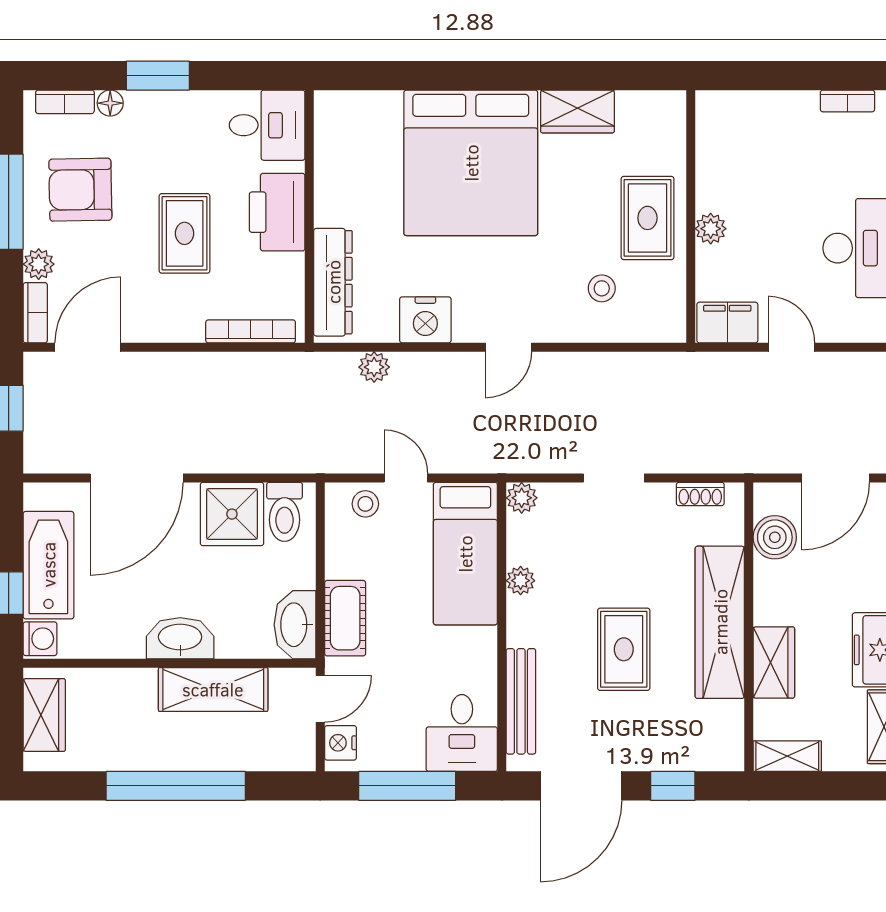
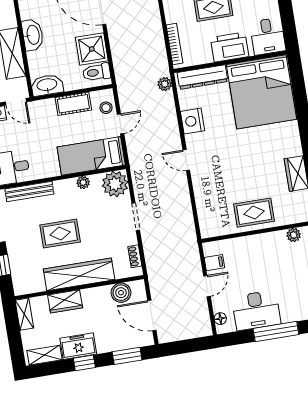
bed: (471, 163) -> (261, 92), moved, turned -90
plant: (711, 229) -> (294, 235), moved
stool: (602, 288) -> (219, 197), removed
filing cabinet: (727, 323) -> (214, 263), width x0.50
floor lamp: (867, 330) -> (220, 319), added
plant: (374, 367) -> (165, 84), moved
plant: (522, 498) -> (115, 184), width x1.87, depth x1.87
cot: (345, 618) -> (73, 104), moved

